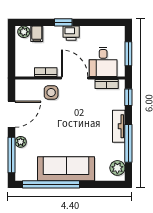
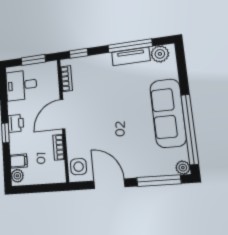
desk: (103, 62) -> (21, 85), moved, turned 180
side table: (51, 93) -> (79, 167), moved
tv unit: (119, 126) -> (131, 56), moved
plant: (21, 142) -> (183, 168), moved

